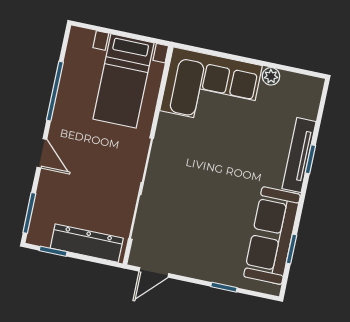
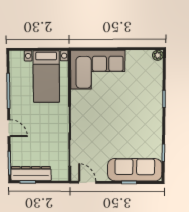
plant: (271, 76) -> (158, 55), moved
tv unit: (299, 155) -> (157, 98), removed
sofa: (272, 236) -> (135, 170), moved, turned 90
dresser: (87, 243) -> (31, 173), moved
door: (154, 272) -> (87, 182), swing flipped

